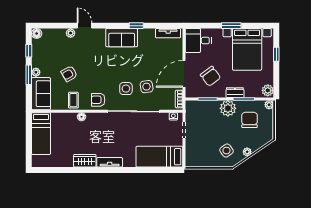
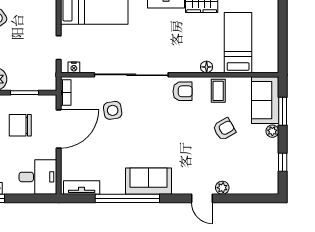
window: (136, 26) -> (127, 198), width x3.17
floor lamp: (37, 34) -> (271, 187), removed
window: (29, 75) -> (283, 111), moved
chair: (211, 76) -> (20, 125), turned -53
side table: (126, 89) -> (142, 108), removed
bed: (41, 134) -> (238, 43), moved

